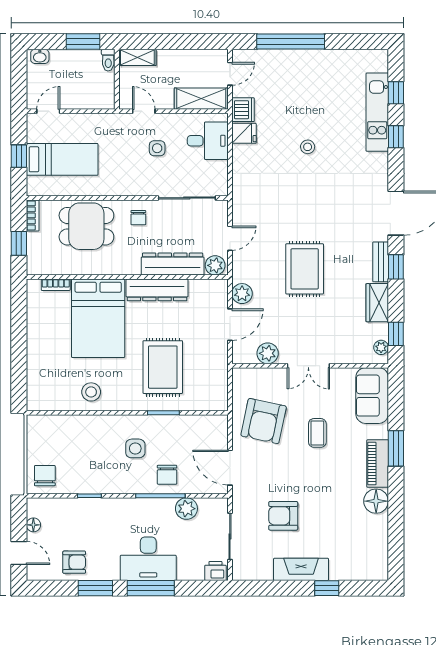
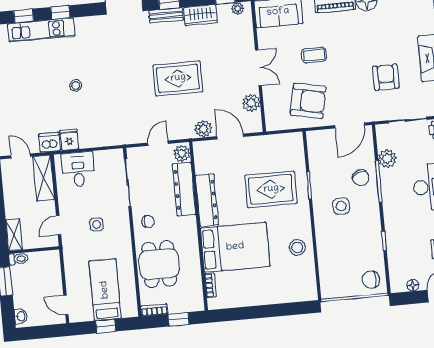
side table: (157, 148) -> (97, 224), moved
door: (230, 238) -> (158, 143), hinge flipped
chair: (167, 475) -> (361, 177), turned 66
armchair: (283, 516) -> (386, 77), turned 180

